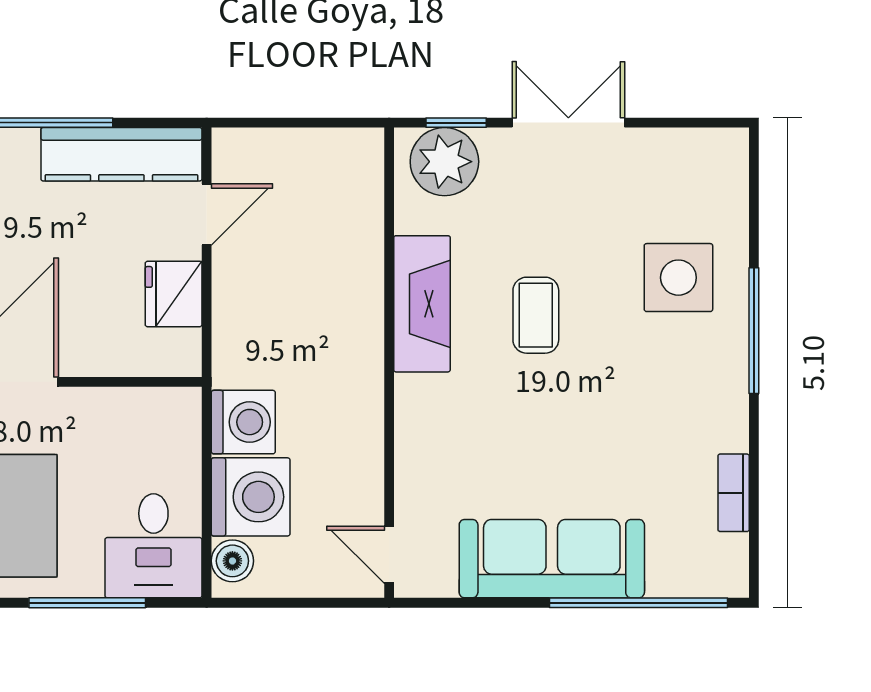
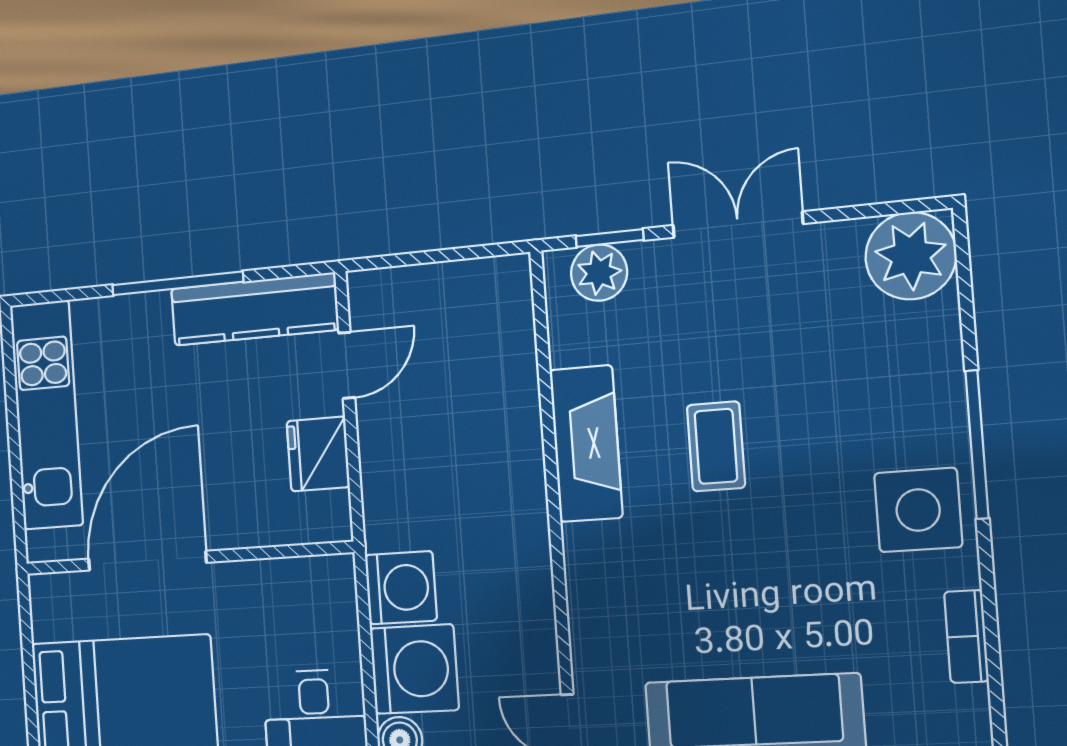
plant: (444, 162) -> (599, 273), width x0.73, depth x0.73
plant: (712, 165) -> (911, 256), added
side table: (678, 278) -> (918, 510), moved

